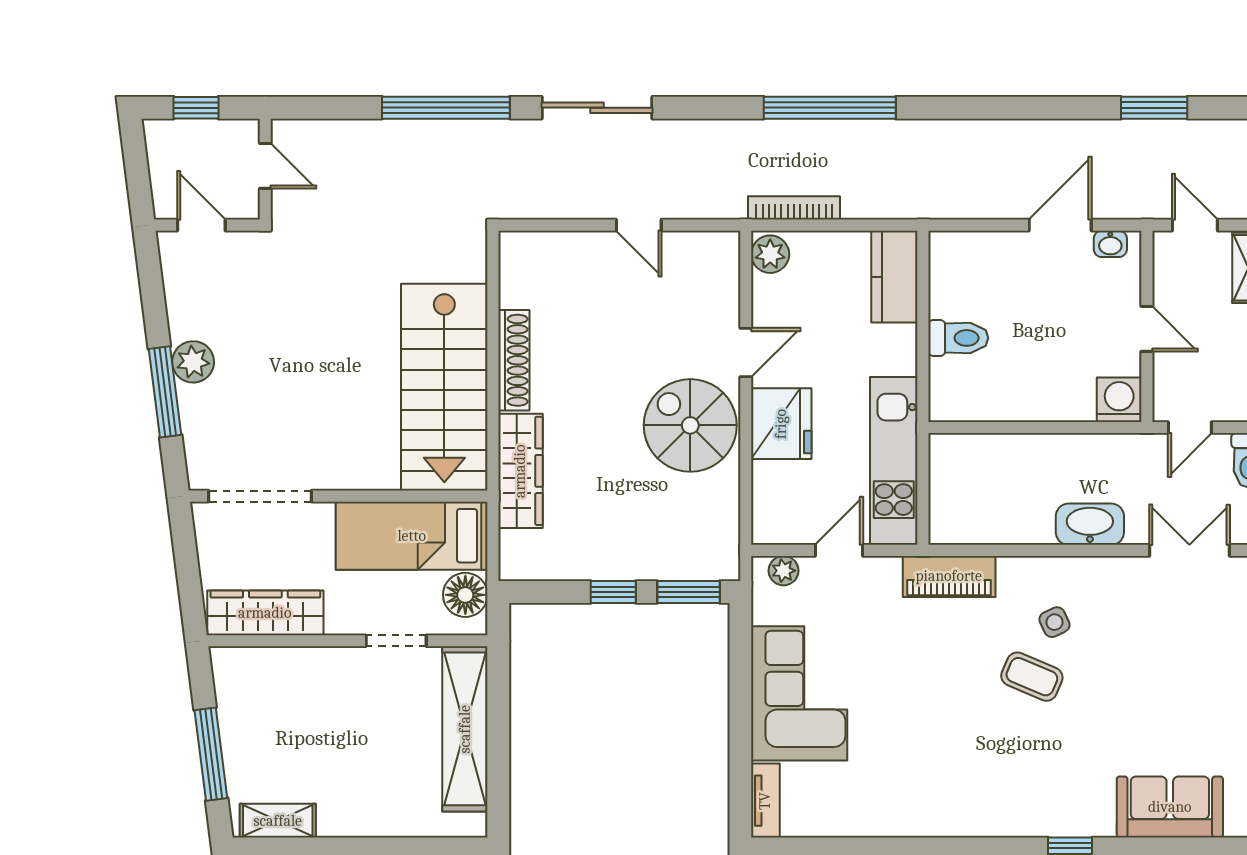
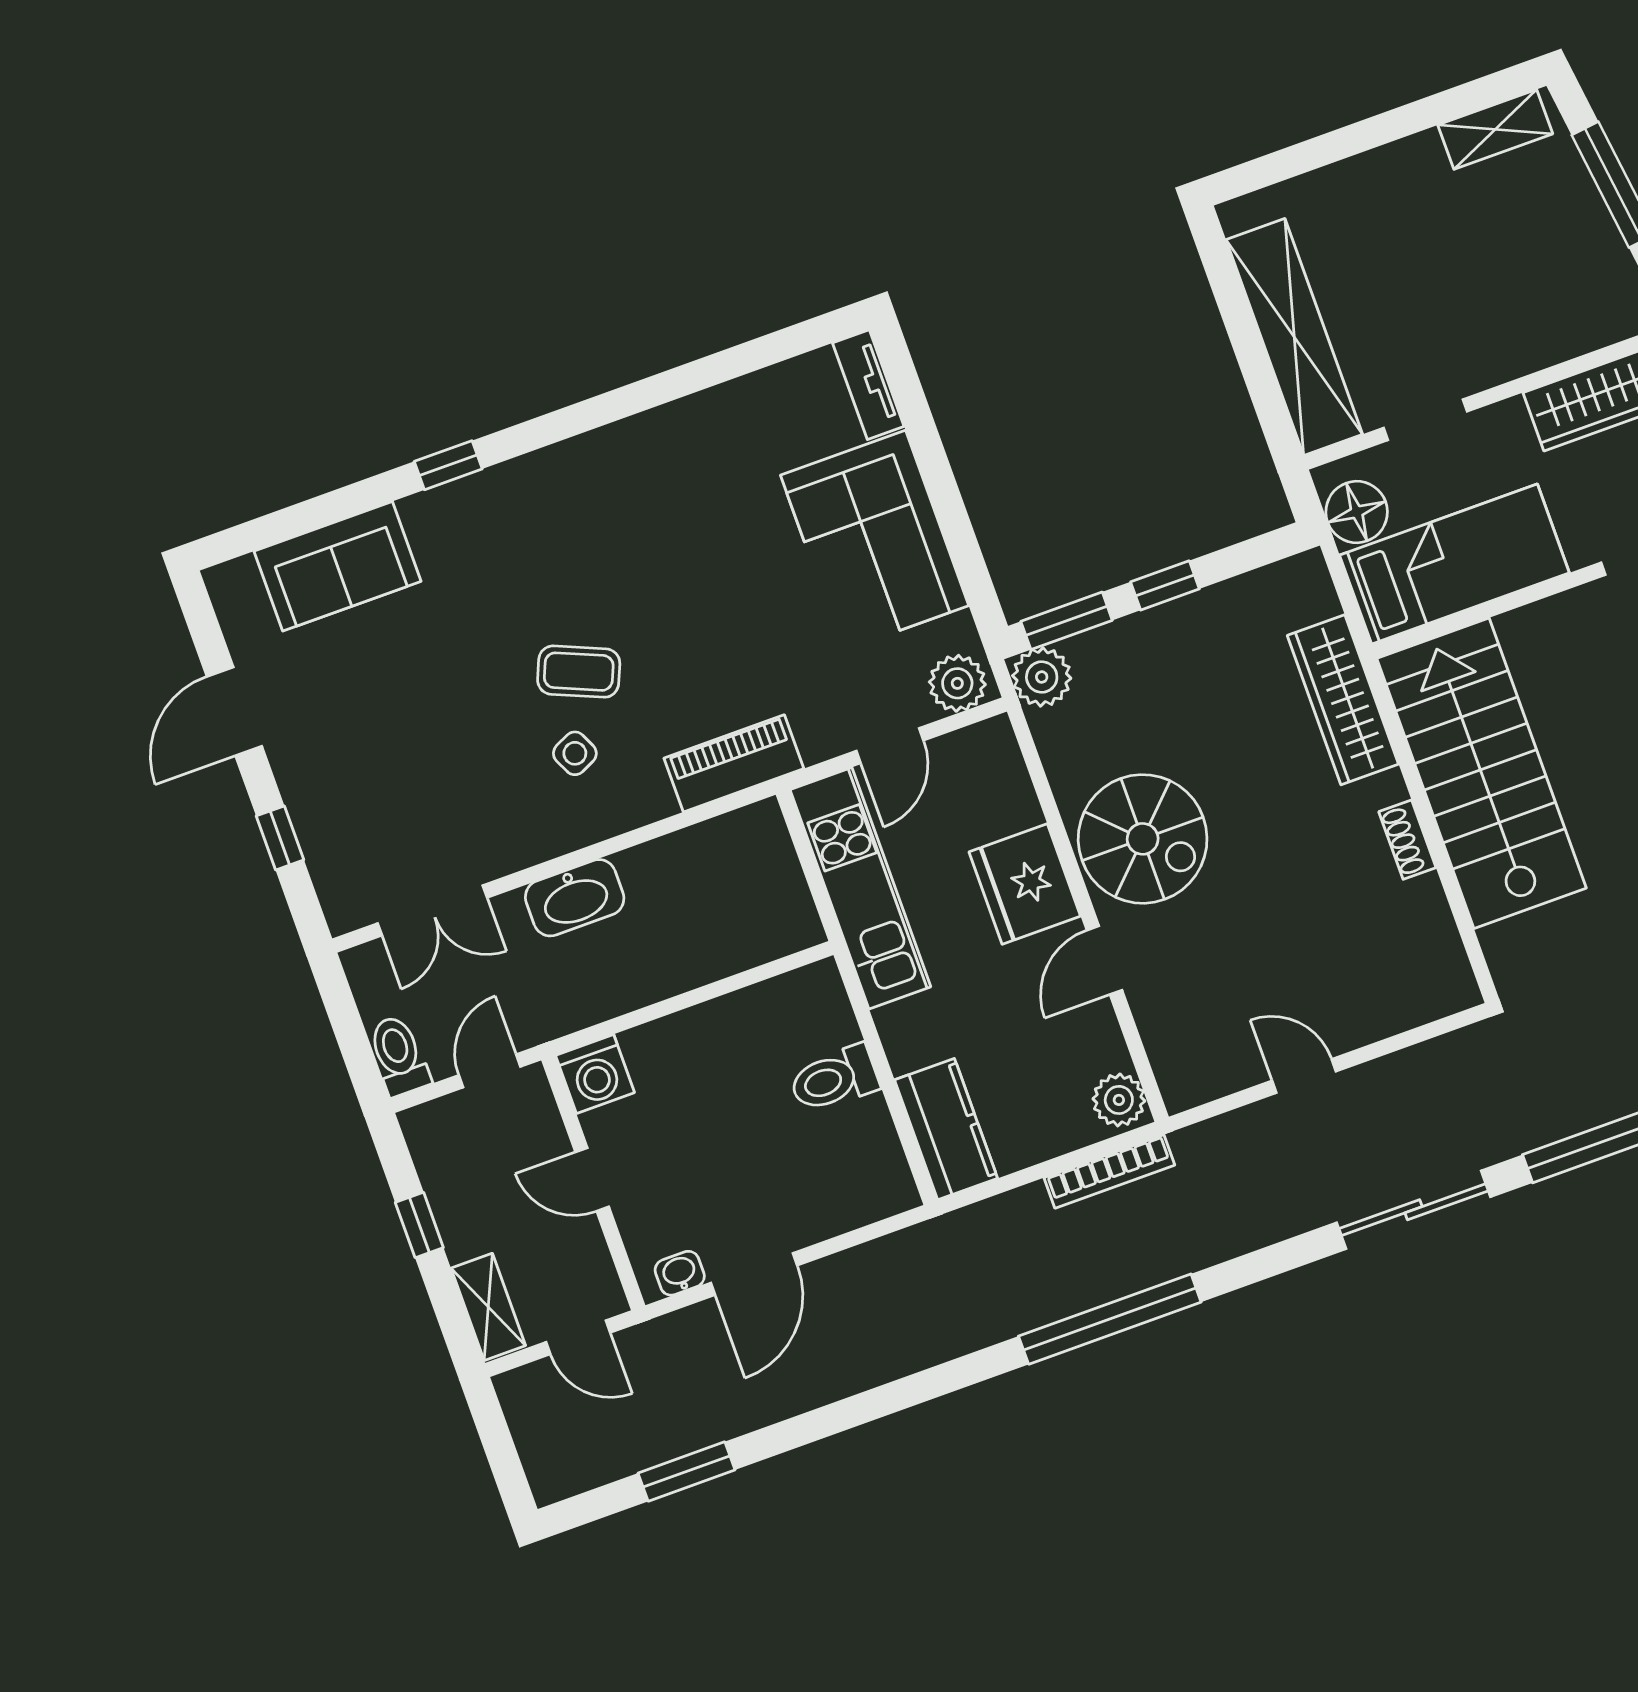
shoe rack: (514, 360) -> (1407, 840), width x0.51, depth x0.81
plant: (719, 560) -> (1042, 677), added
plant: (784, 571) -> (957, 683), width x1.38, depth x1.38

